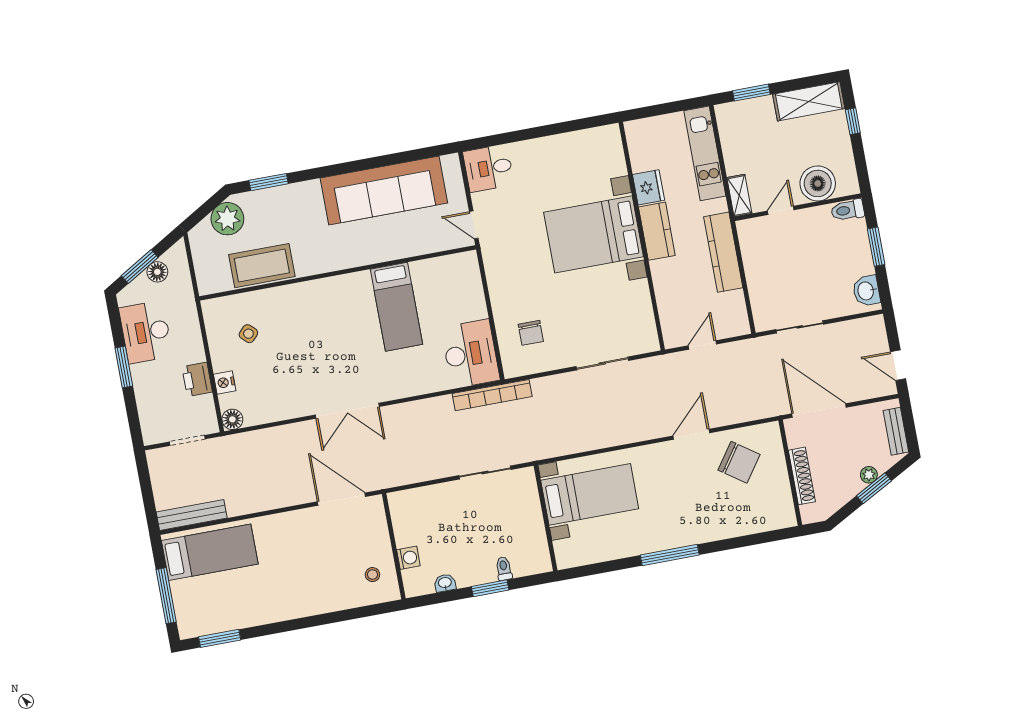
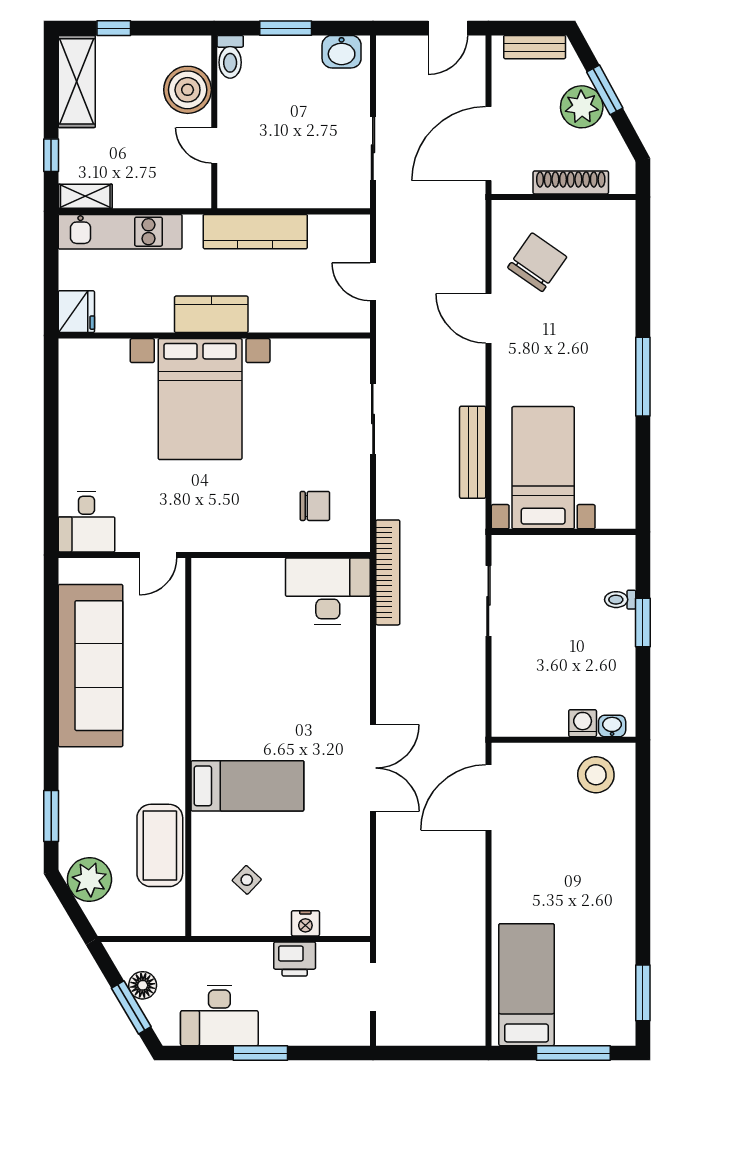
window: (751, 93) -> (51, 155), width x0.67
fridge: (649, 187) -> (76, 312), moved, turned 90
shelving: (739, 196) -> (85, 196), moved
bed: (396, 307) -> (247, 786), moved
floor lamp: (232, 419) -> (356, 922), removed
plant: (869, 475) -> (582, 107), width x1.87, depth x1.87
bench: (192, 515) -> (473, 452), moved
stool: (372, 575) -> (596, 775), width x1.89, depth x1.89
washbasin: (445, 583) -> (612, 726), moved, turned 90

